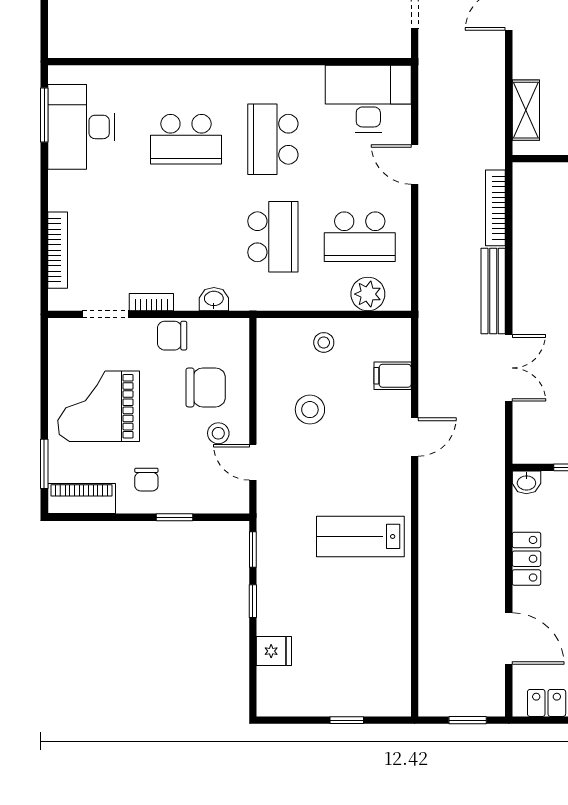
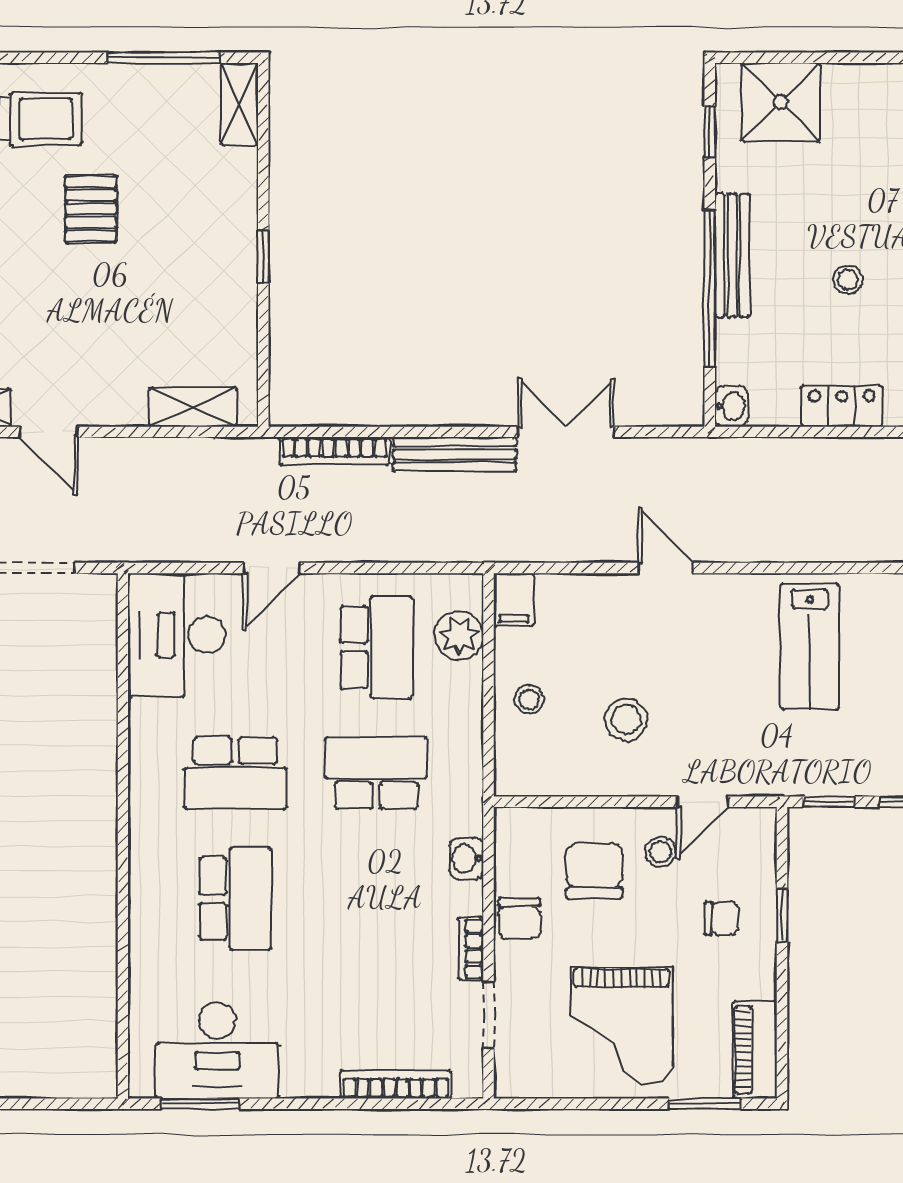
filing cabinet: (393, 376) -> (514, 600), moved
chair: (146, 480) -> (722, 918), moved

